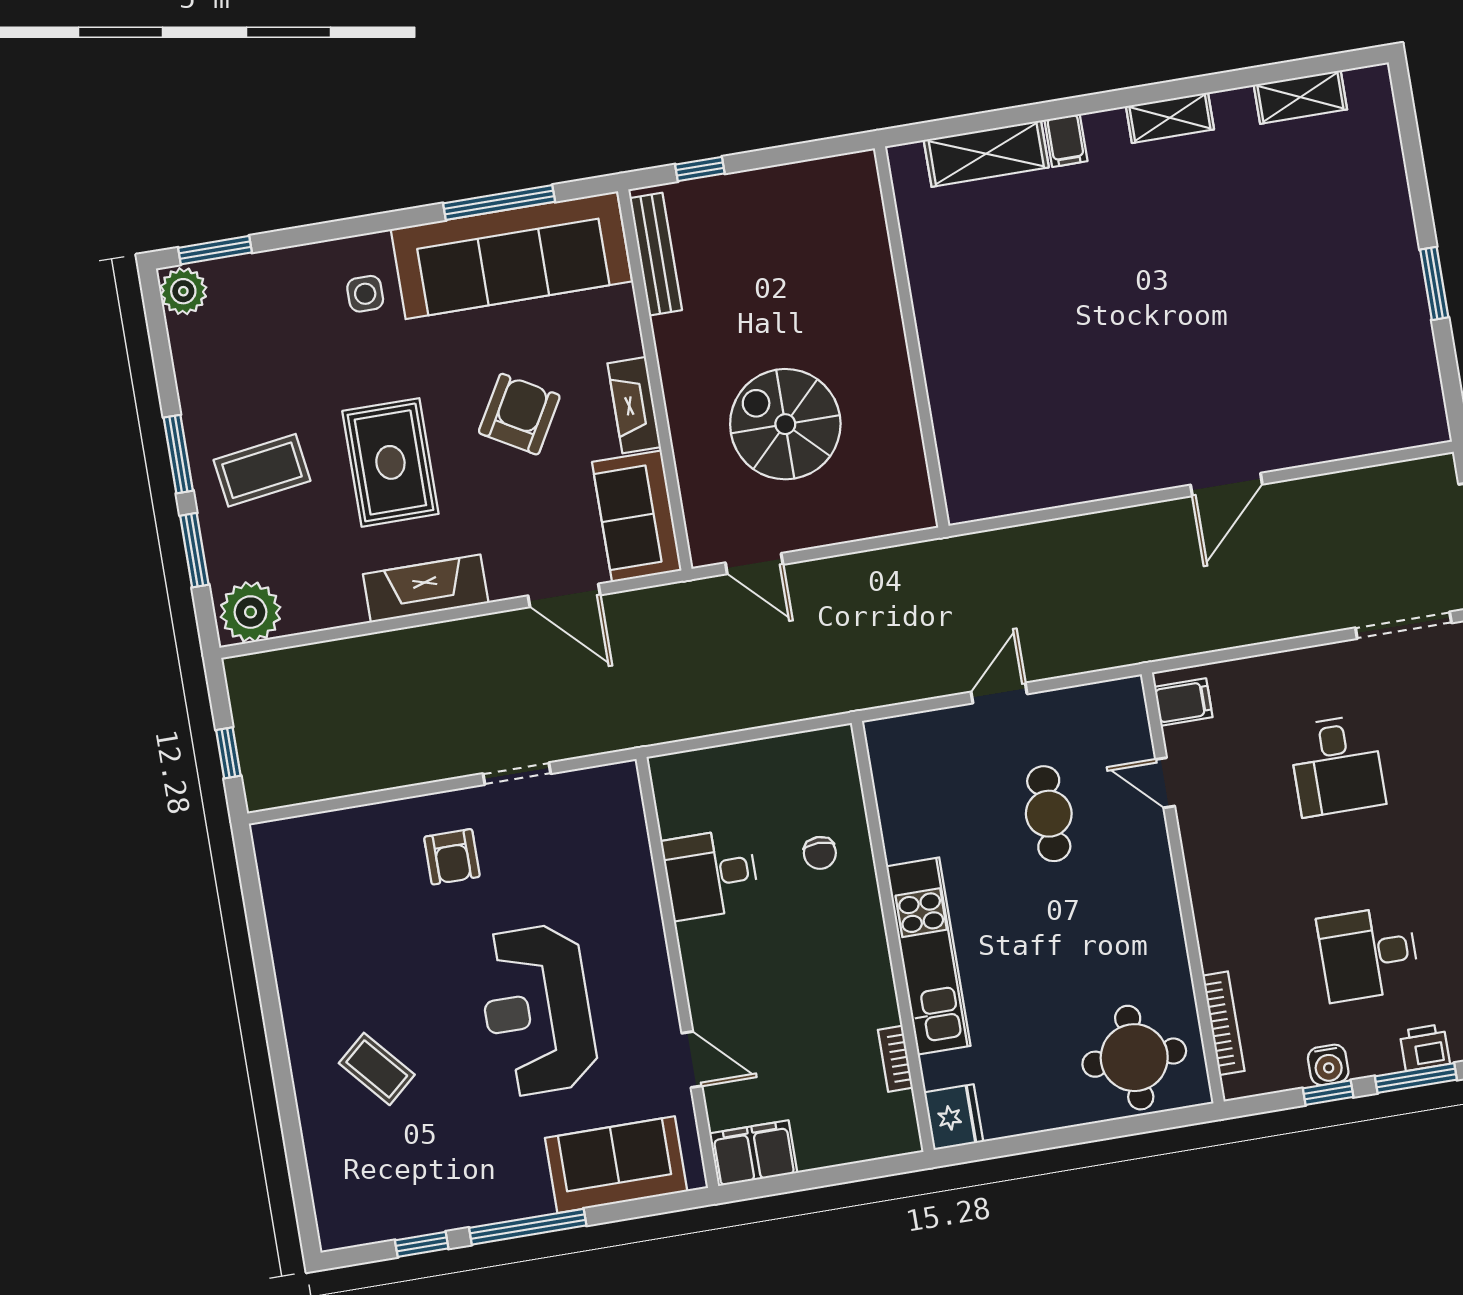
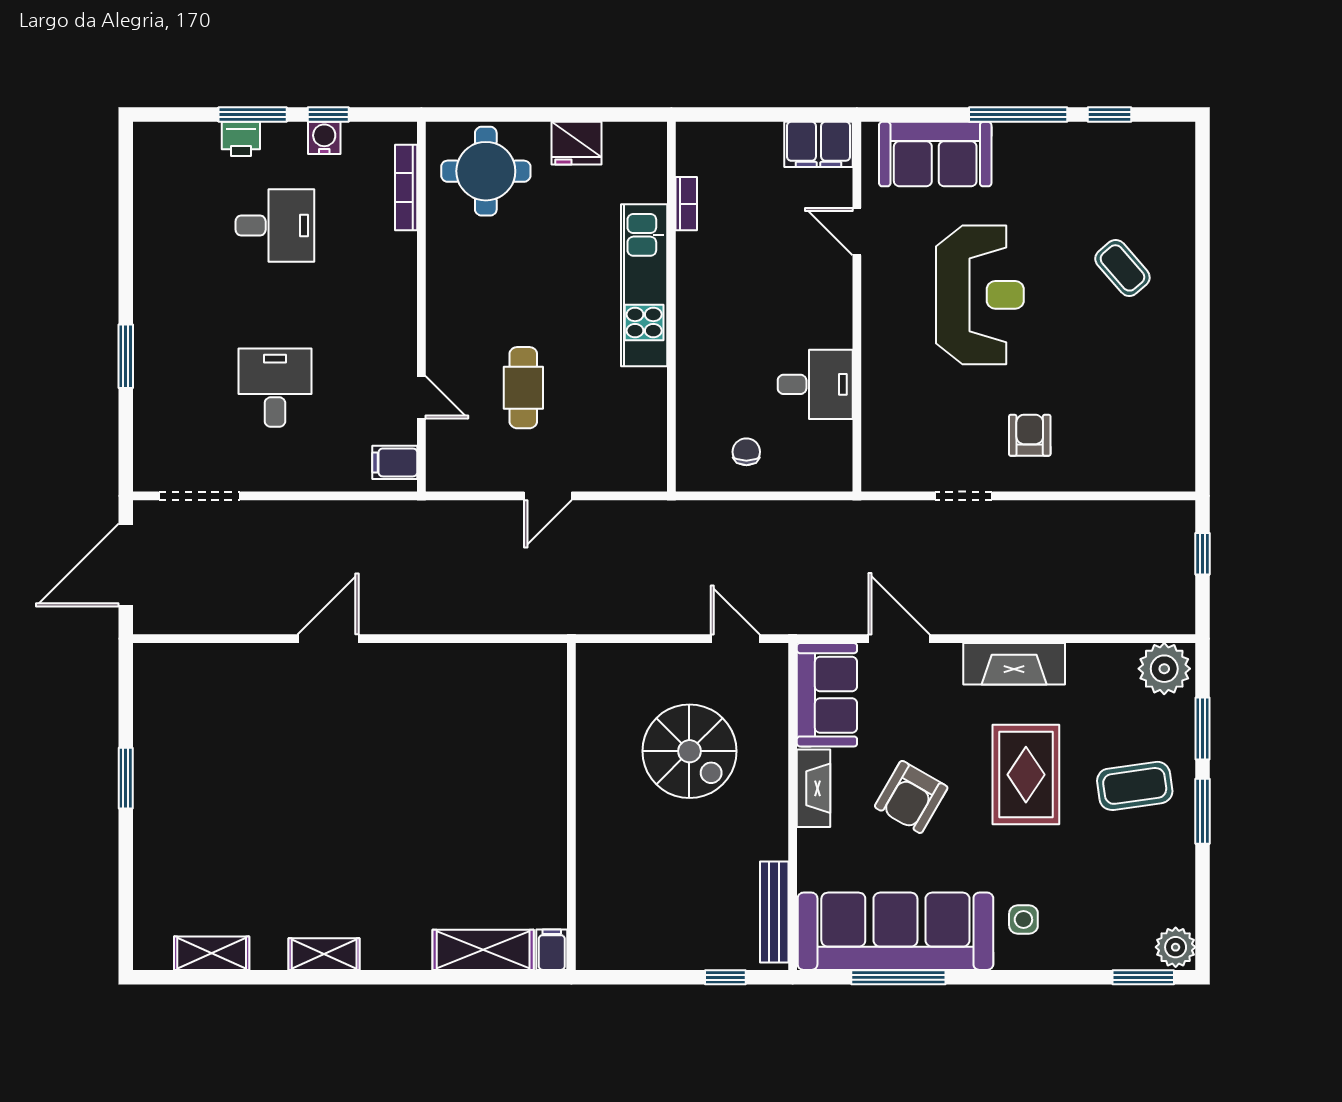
filing cabinet: (1066, 141) -> (552, 950), moved
chair: (820, 853) -> (746, 452), moved
fridge: (954, 1117) -> (576, 143), moved, turned -90

